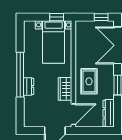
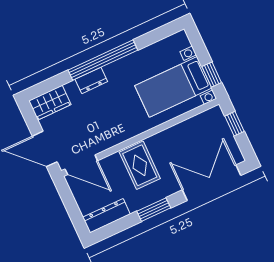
window: (101, 17) -> (235, 124), moved
rug: (89, 81) -> (140, 165), turned 90
wardrobe: (65, 89) -> (50, 103), moved, turned 180

